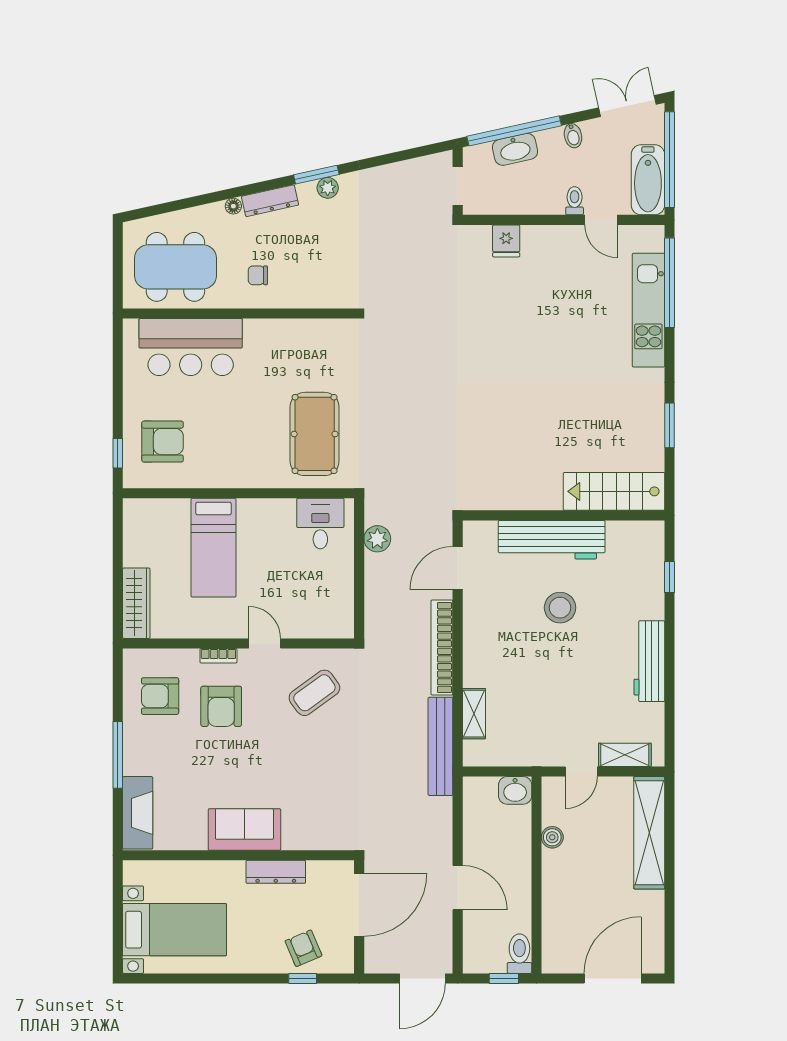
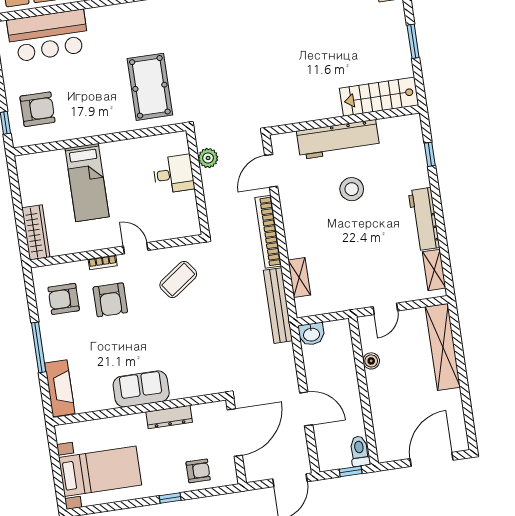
desk: (320, 524) -> (174, 174), moved, turned 90
shelving: (625, 755) -> (434, 270), moved, turned 90
washbasin: (515, 790) -> (311, 334), moved
armchair: (304, 948) -> (198, 471), turned 113
window: (303, 978) -> (170, 498), moved

